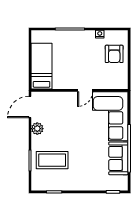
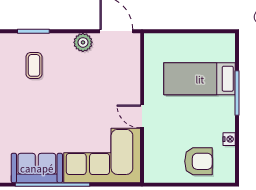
armchair: (114, 54) -> (198, 161), turned 180
bed: (42, 66) -> (200, 79), moved, turned 180
coffee table: (52, 160) -> (34, 65), width x0.54, depth x0.58

